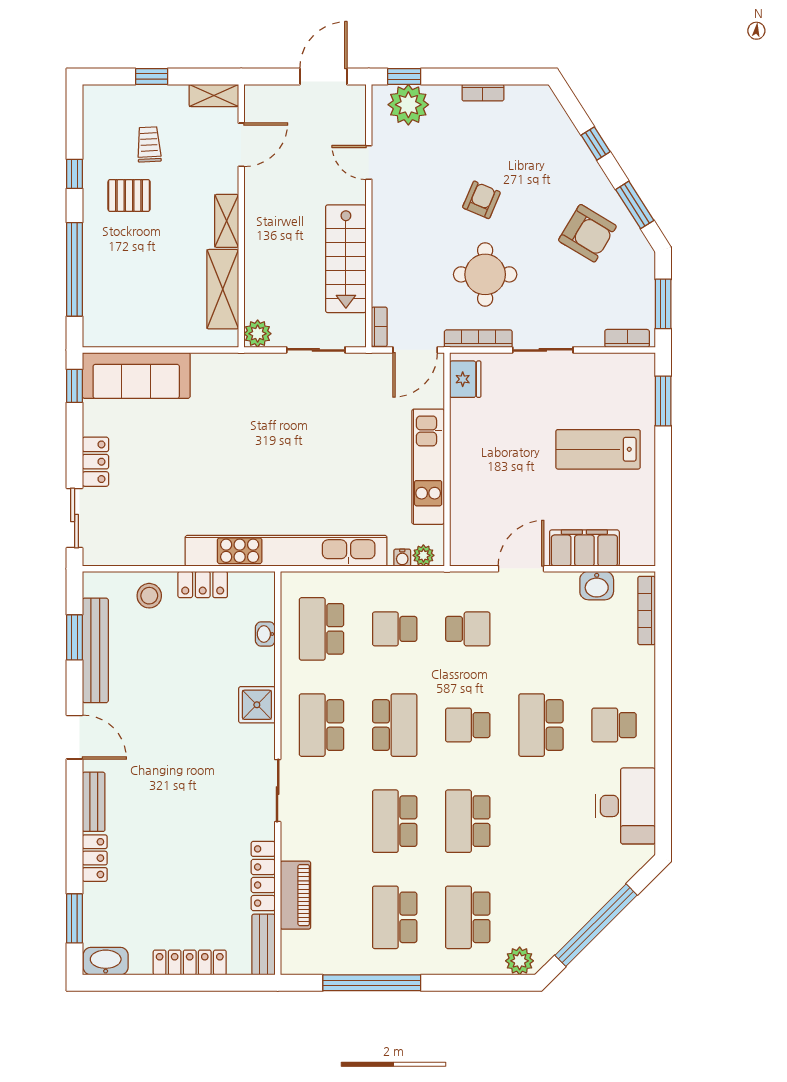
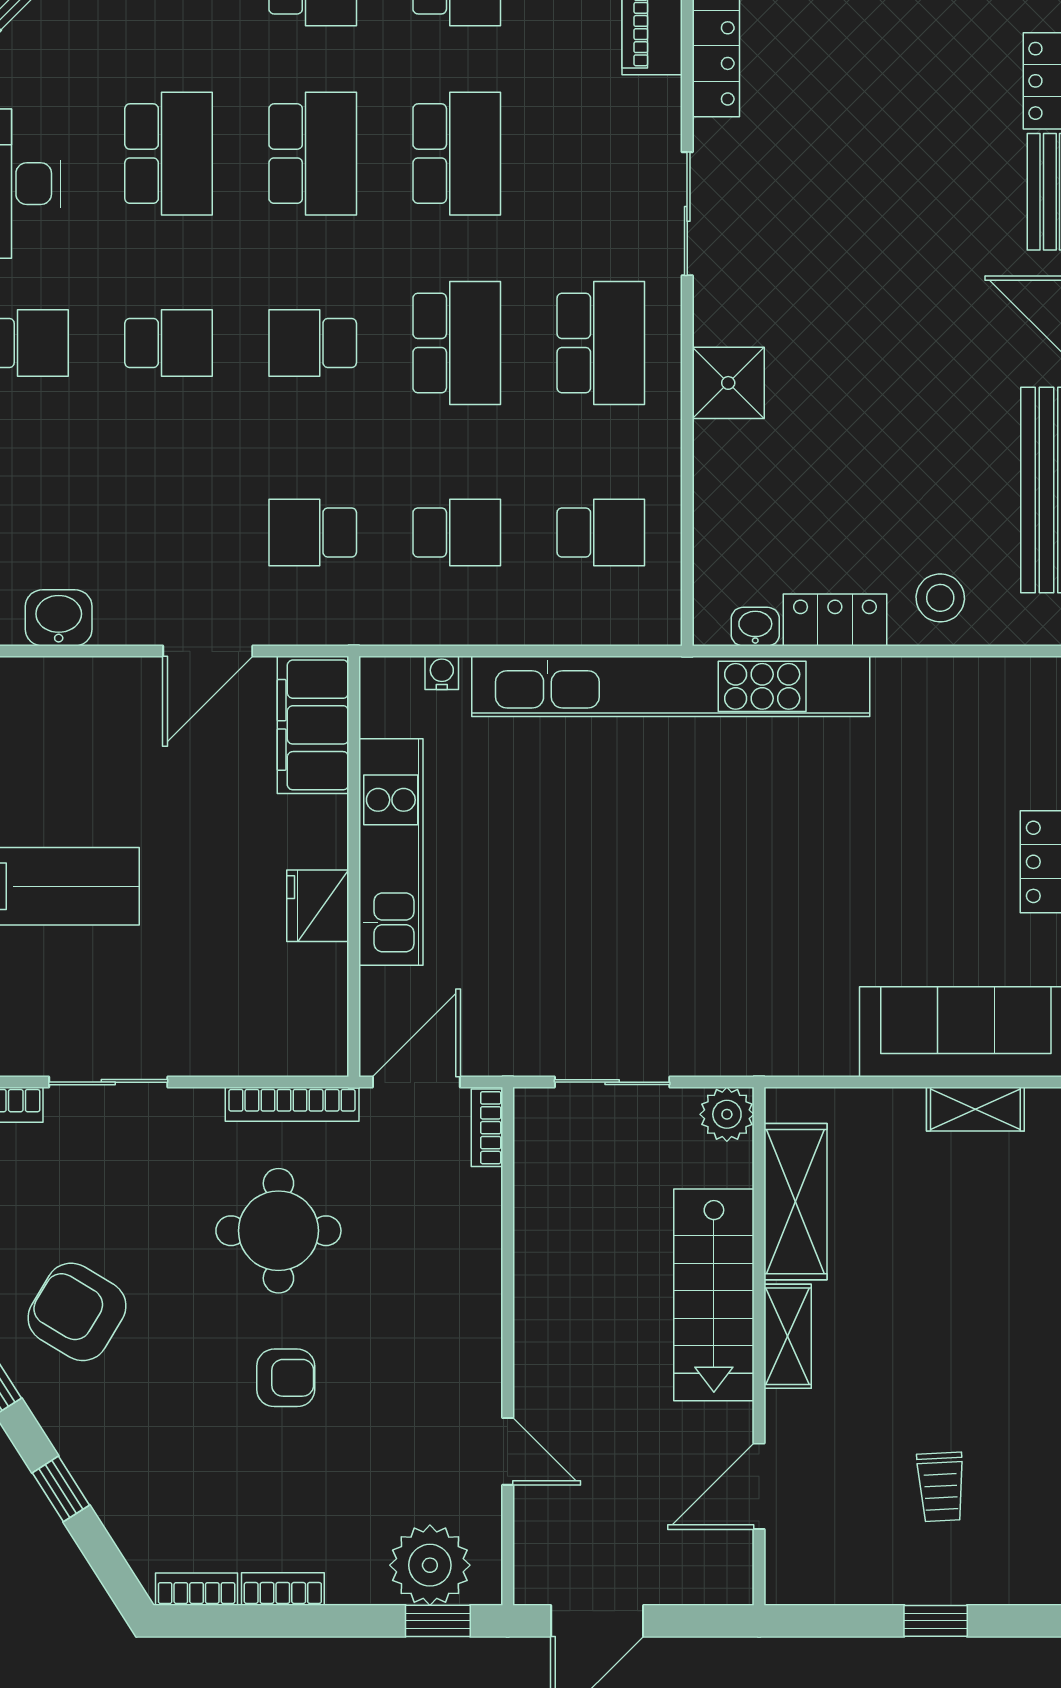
bookcase: (527, 93) -> (197, 1589), added
shelving: (214, 95) -> (975, 1109), moved
pallet: (129, 196) -> (980, 1386), removed
armchair: (481, 200) -> (286, 1378), turned -113
stairs: (346, 259) -> (714, 1295), moved, turned 180
sliding door: (543, 350) -> (108, 1082), moved
fridge: (465, 379) -> (318, 906), moved
filing cabinet: (584, 548) -> (313, 725), moved, turned 90
plant: (423, 555) -> (400, 677), removed
school desk: (322, 629) -> (601, 532), width x0.54
washbasin: (265, 634) -> (755, 627), moved, turned -90
school desk: (395, 725) -> (457, 343), turned 180
school desk: (468, 725) -> (313, 343), turned 180
school desk: (541, 725) -> (169, 343), width x0.54
school desk: (541, 821) -> (169, 154), added

